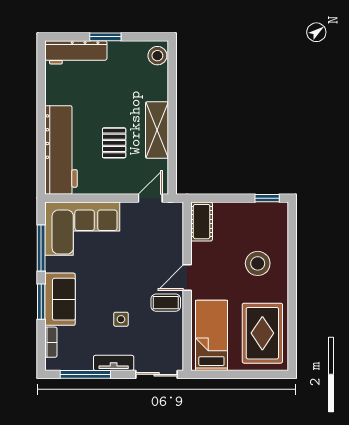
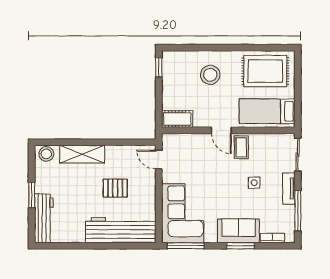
shelving: (157, 130) -> (82, 154), moved
window: (41, 248) -> (186, 246), moved

